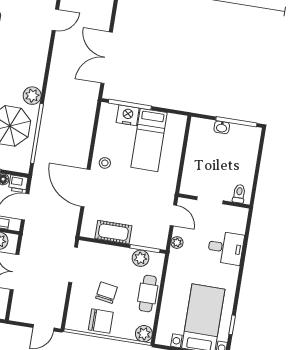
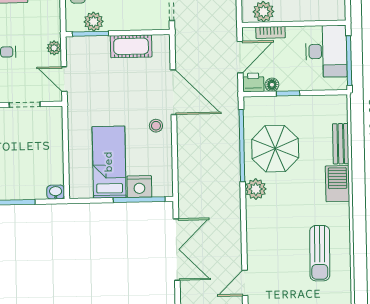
washbasin: (222, 127) -> (56, 192), moved

